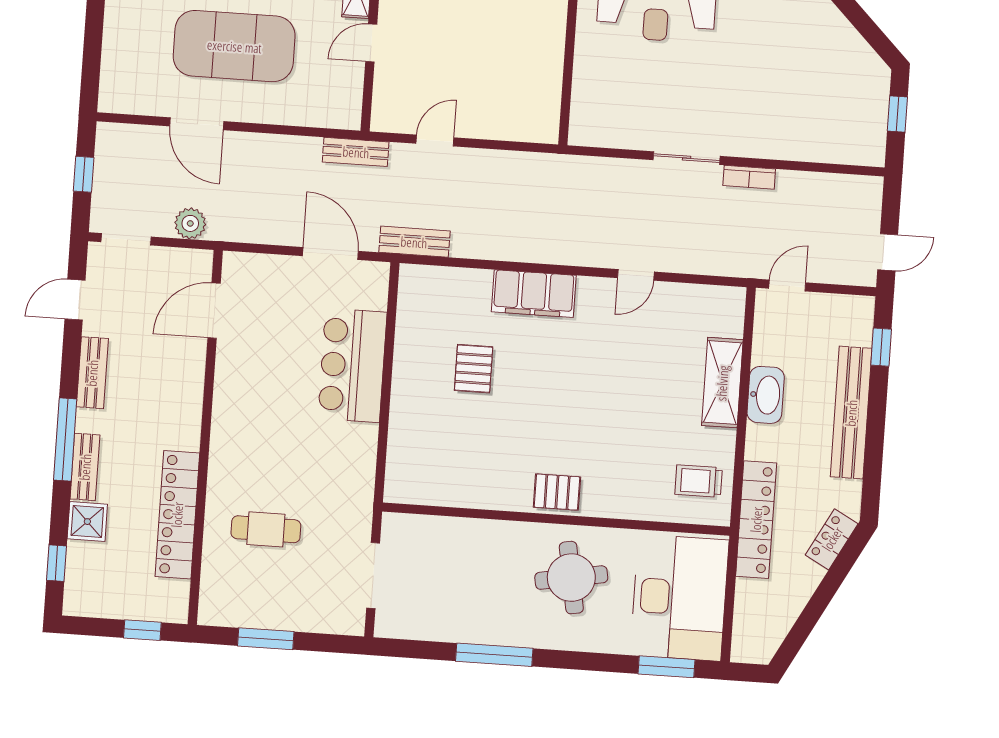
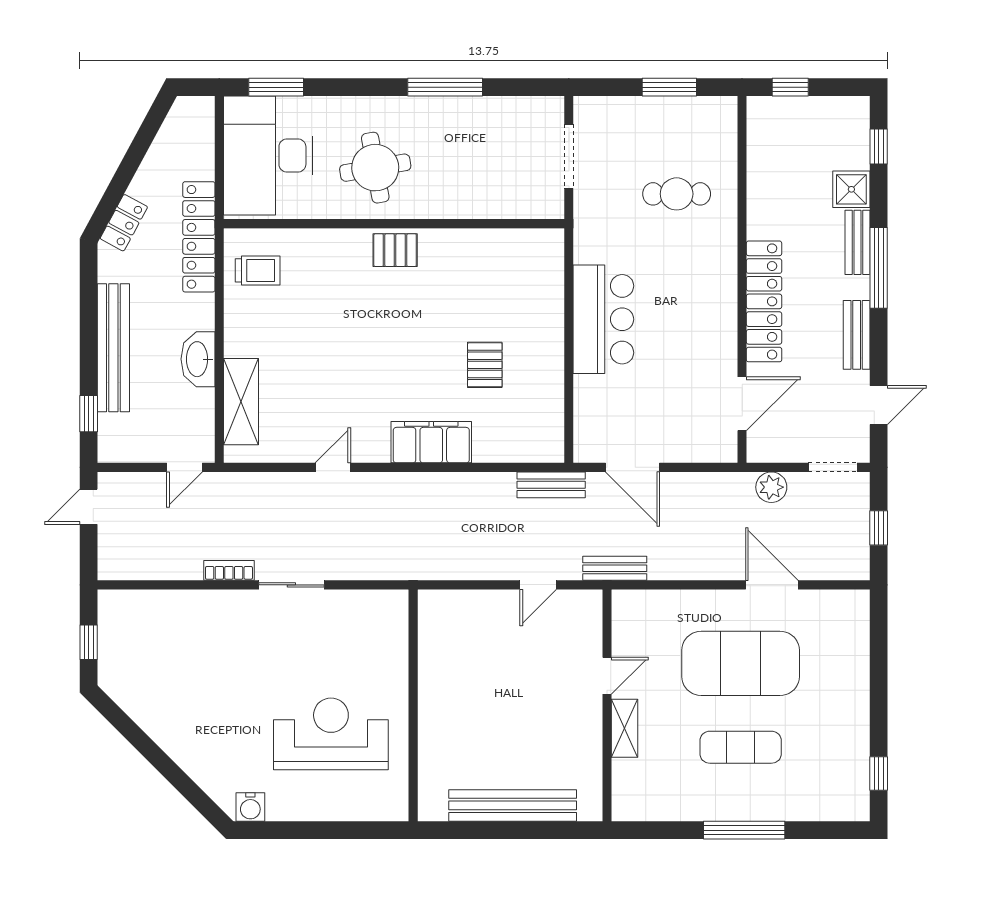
bar counter: (352, 365) -> (603, 319), moved
shelving: (722, 383) -> (241, 402), moved
locker: (177, 515) -> (764, 301), moved

